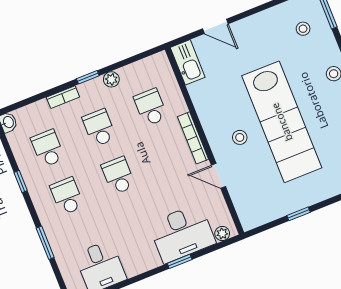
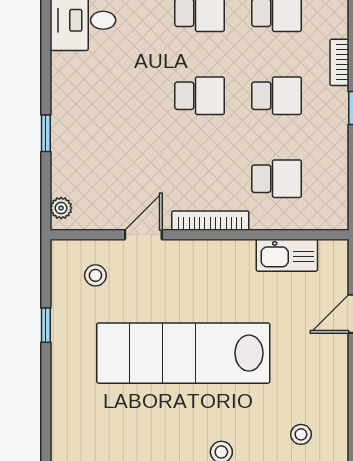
kitchen sink: (188, 62) -> (287, 255), moved
plant: (111, 79) -> (337, 140), removed
stool: (240, 137) -> (95, 275), moved
desk: (182, 233) -> (84, 152), removed

